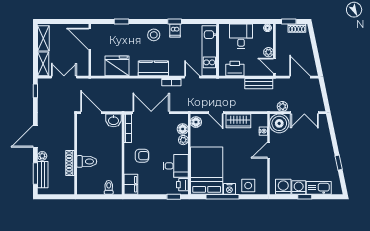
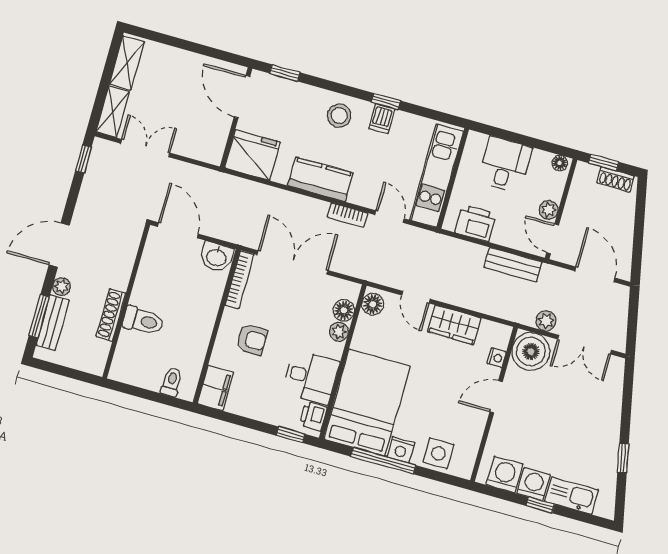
door: (90, 39) -> (242, 97), moved
wall: (90, 50) -> (236, 118), moved

